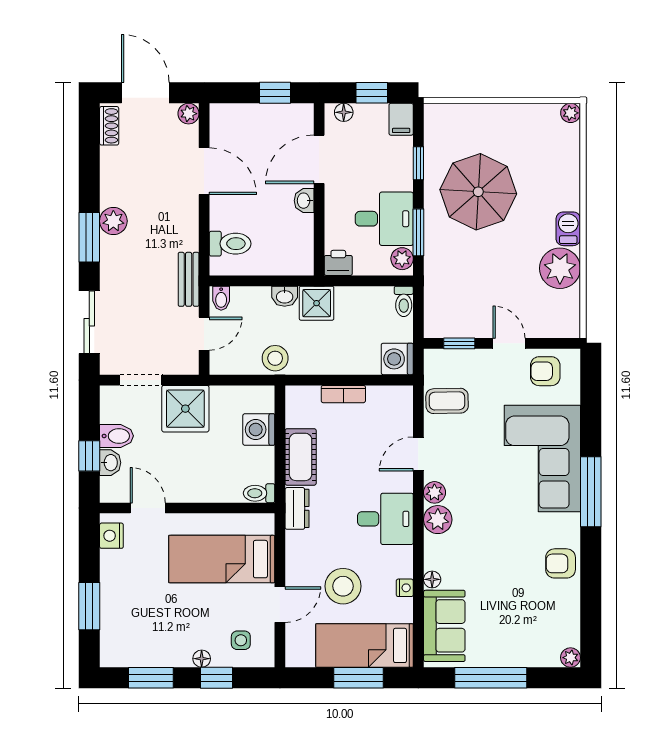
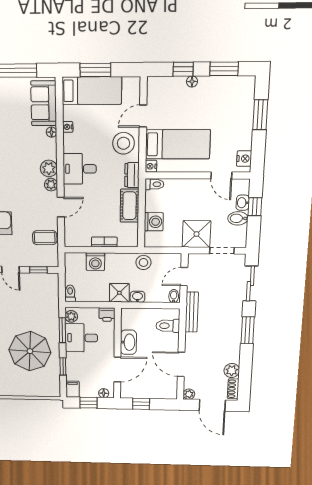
washbasin: (304, 201) -> (128, 342), width x1.91, depth x1.45
plant: (113, 221) -> (232, 371), moved
bench: (189, 279) -> (192, 312), width x1.36
washing machine: (397, 359) -> (95, 262), moved, turned 90
nightstand: (265, 523) -> (151, 166), added
stool: (343, 586) -> (123, 143), moved
side table: (241, 640) -> (167, 93), removed

